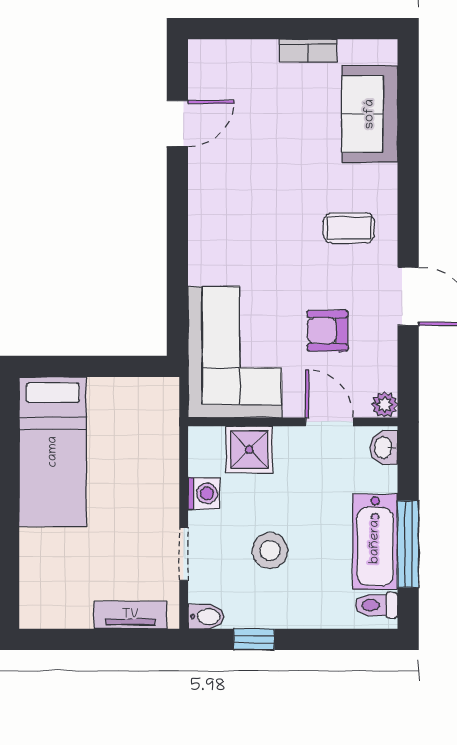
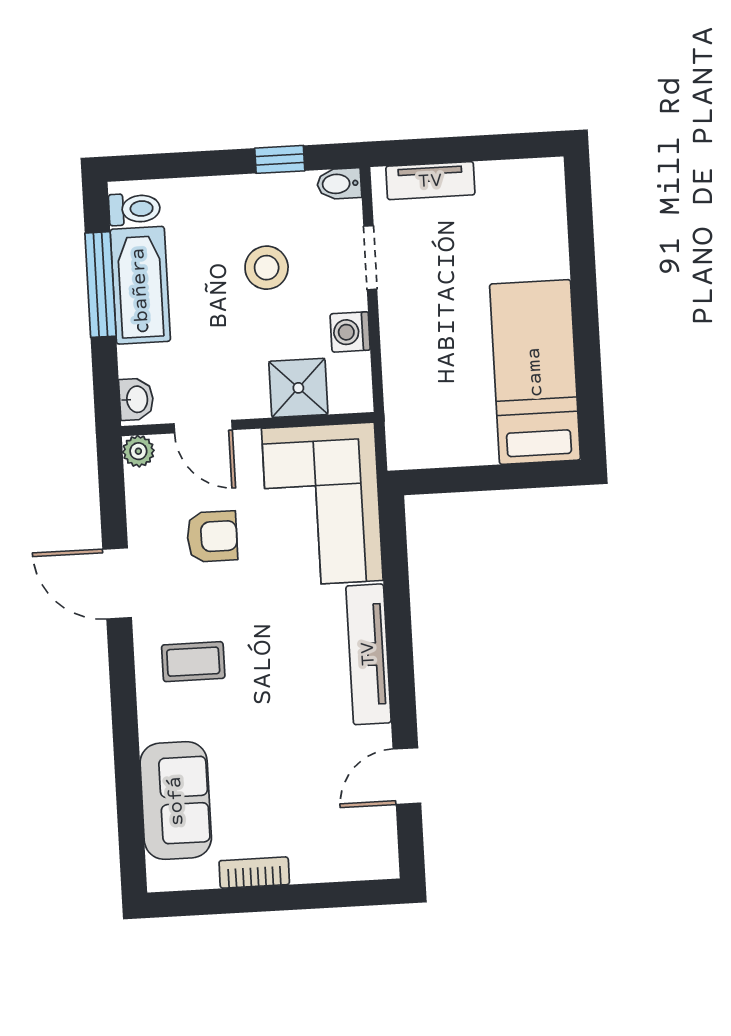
tv unit: (204, 226) -> (368, 654), added

